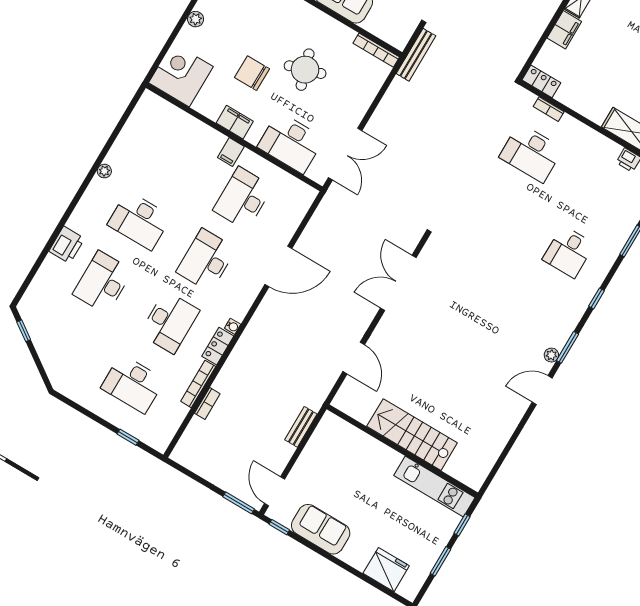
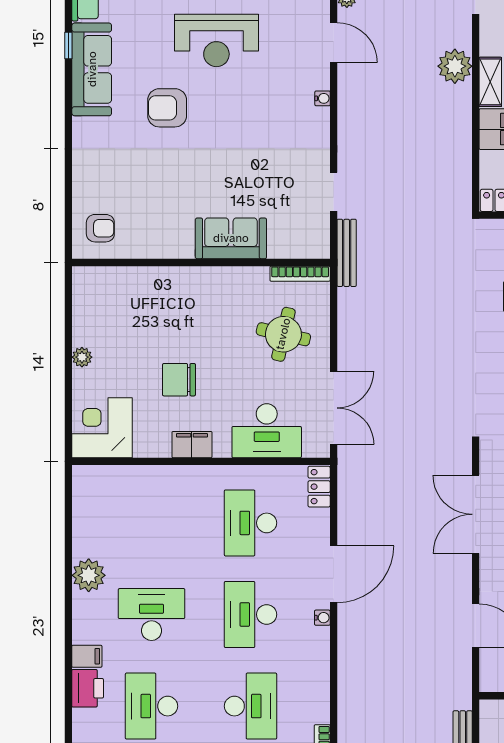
round table: (305, 70) -> (283, 334), moved, turned 30
filing cabinet: (231, 152) -> (87, 656), moved, turned -90
plant: (104, 171) -> (89, 575), width x1.87, depth x1.87
desk: (139, 221) -> (152, 614), turned 180
water cooler: (233, 326) -> (322, 618), moved
locker: (218, 346) -> (319, 487), moved

